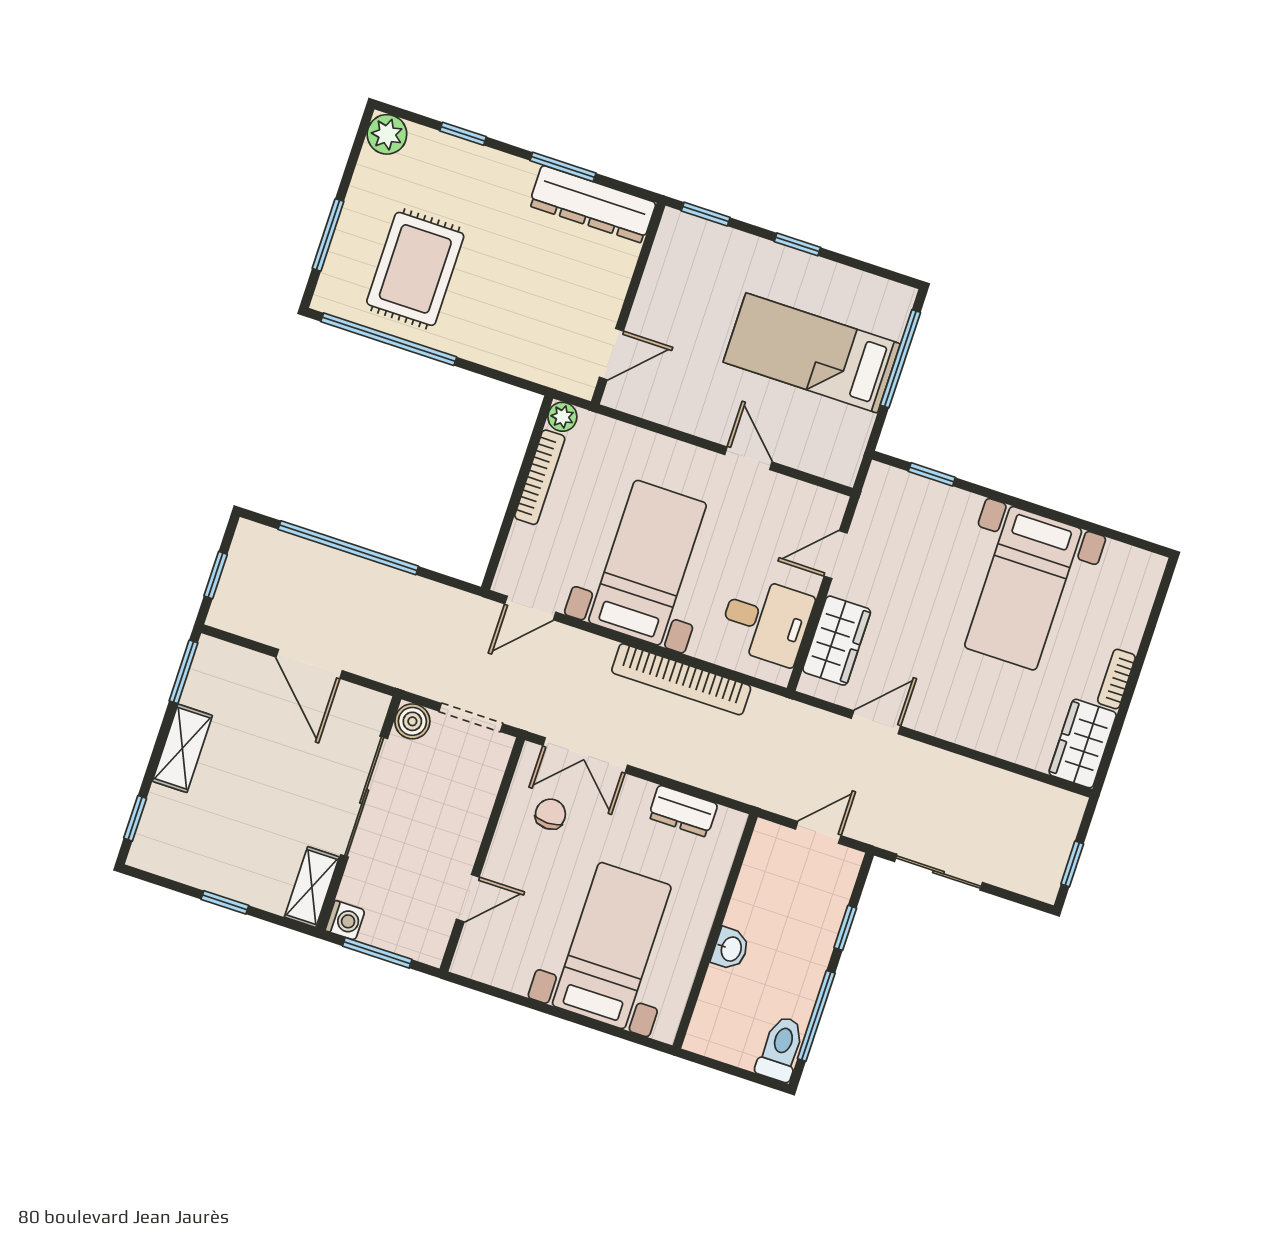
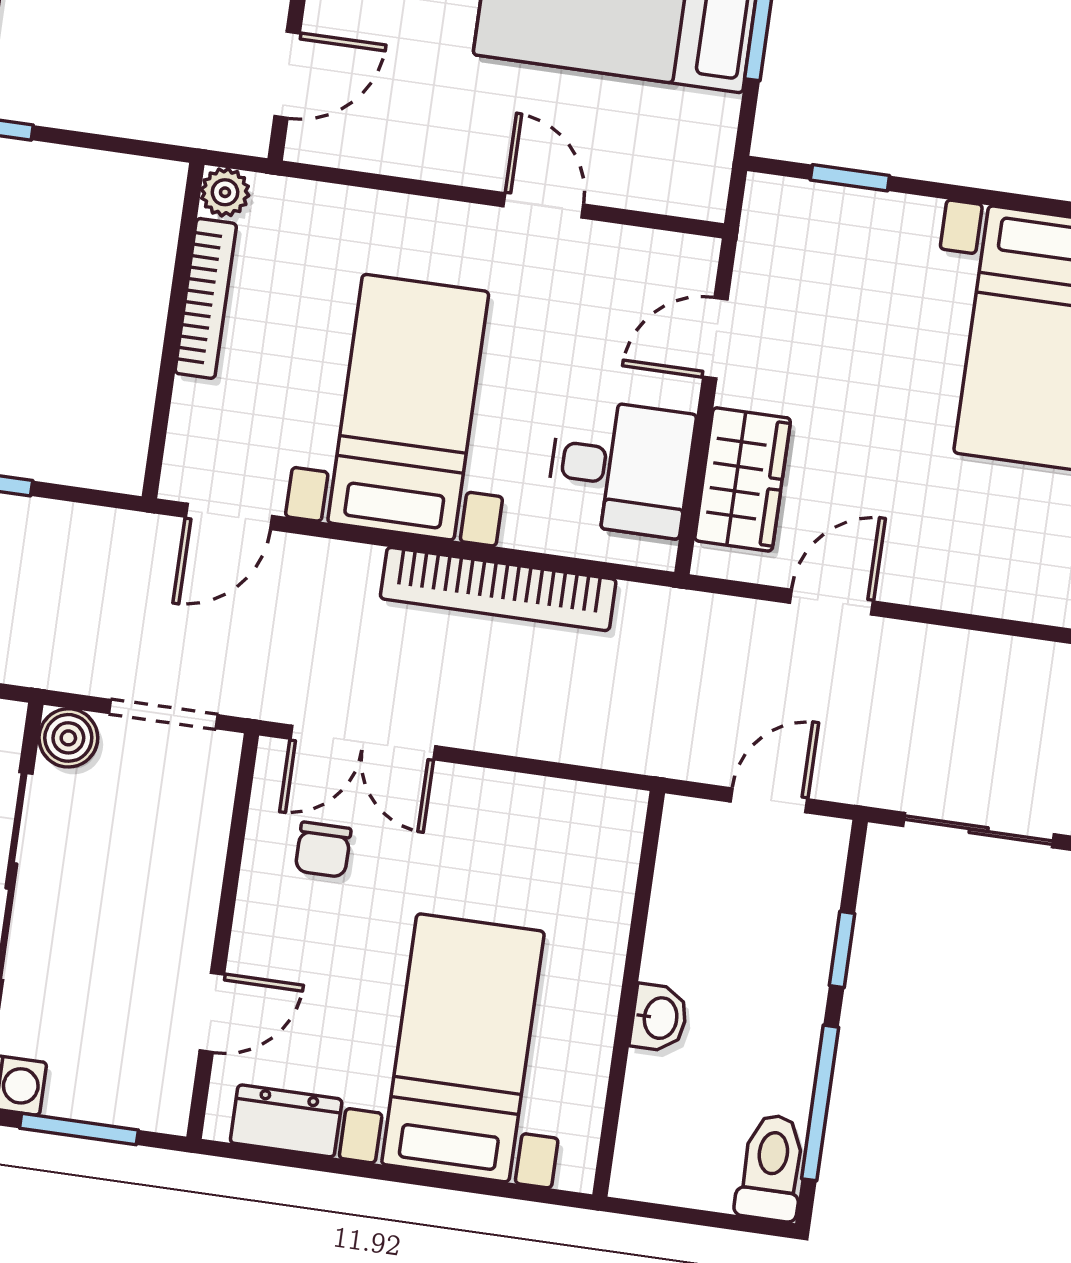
dresser: (683, 811) -> (286, 1121), moved, turned 180
chair: (550, 814) -> (323, 850), turned 180

